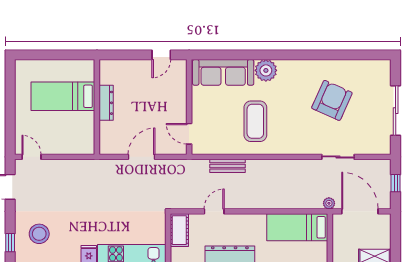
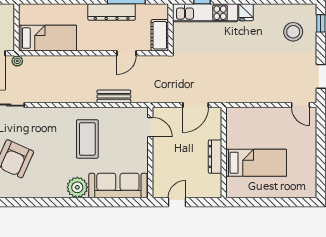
bed: (63, 96) -> (256, 163), moved
dresser: (106, 103) -> (215, 157), moved
wall: (97, 107) -> (224, 152), moved

